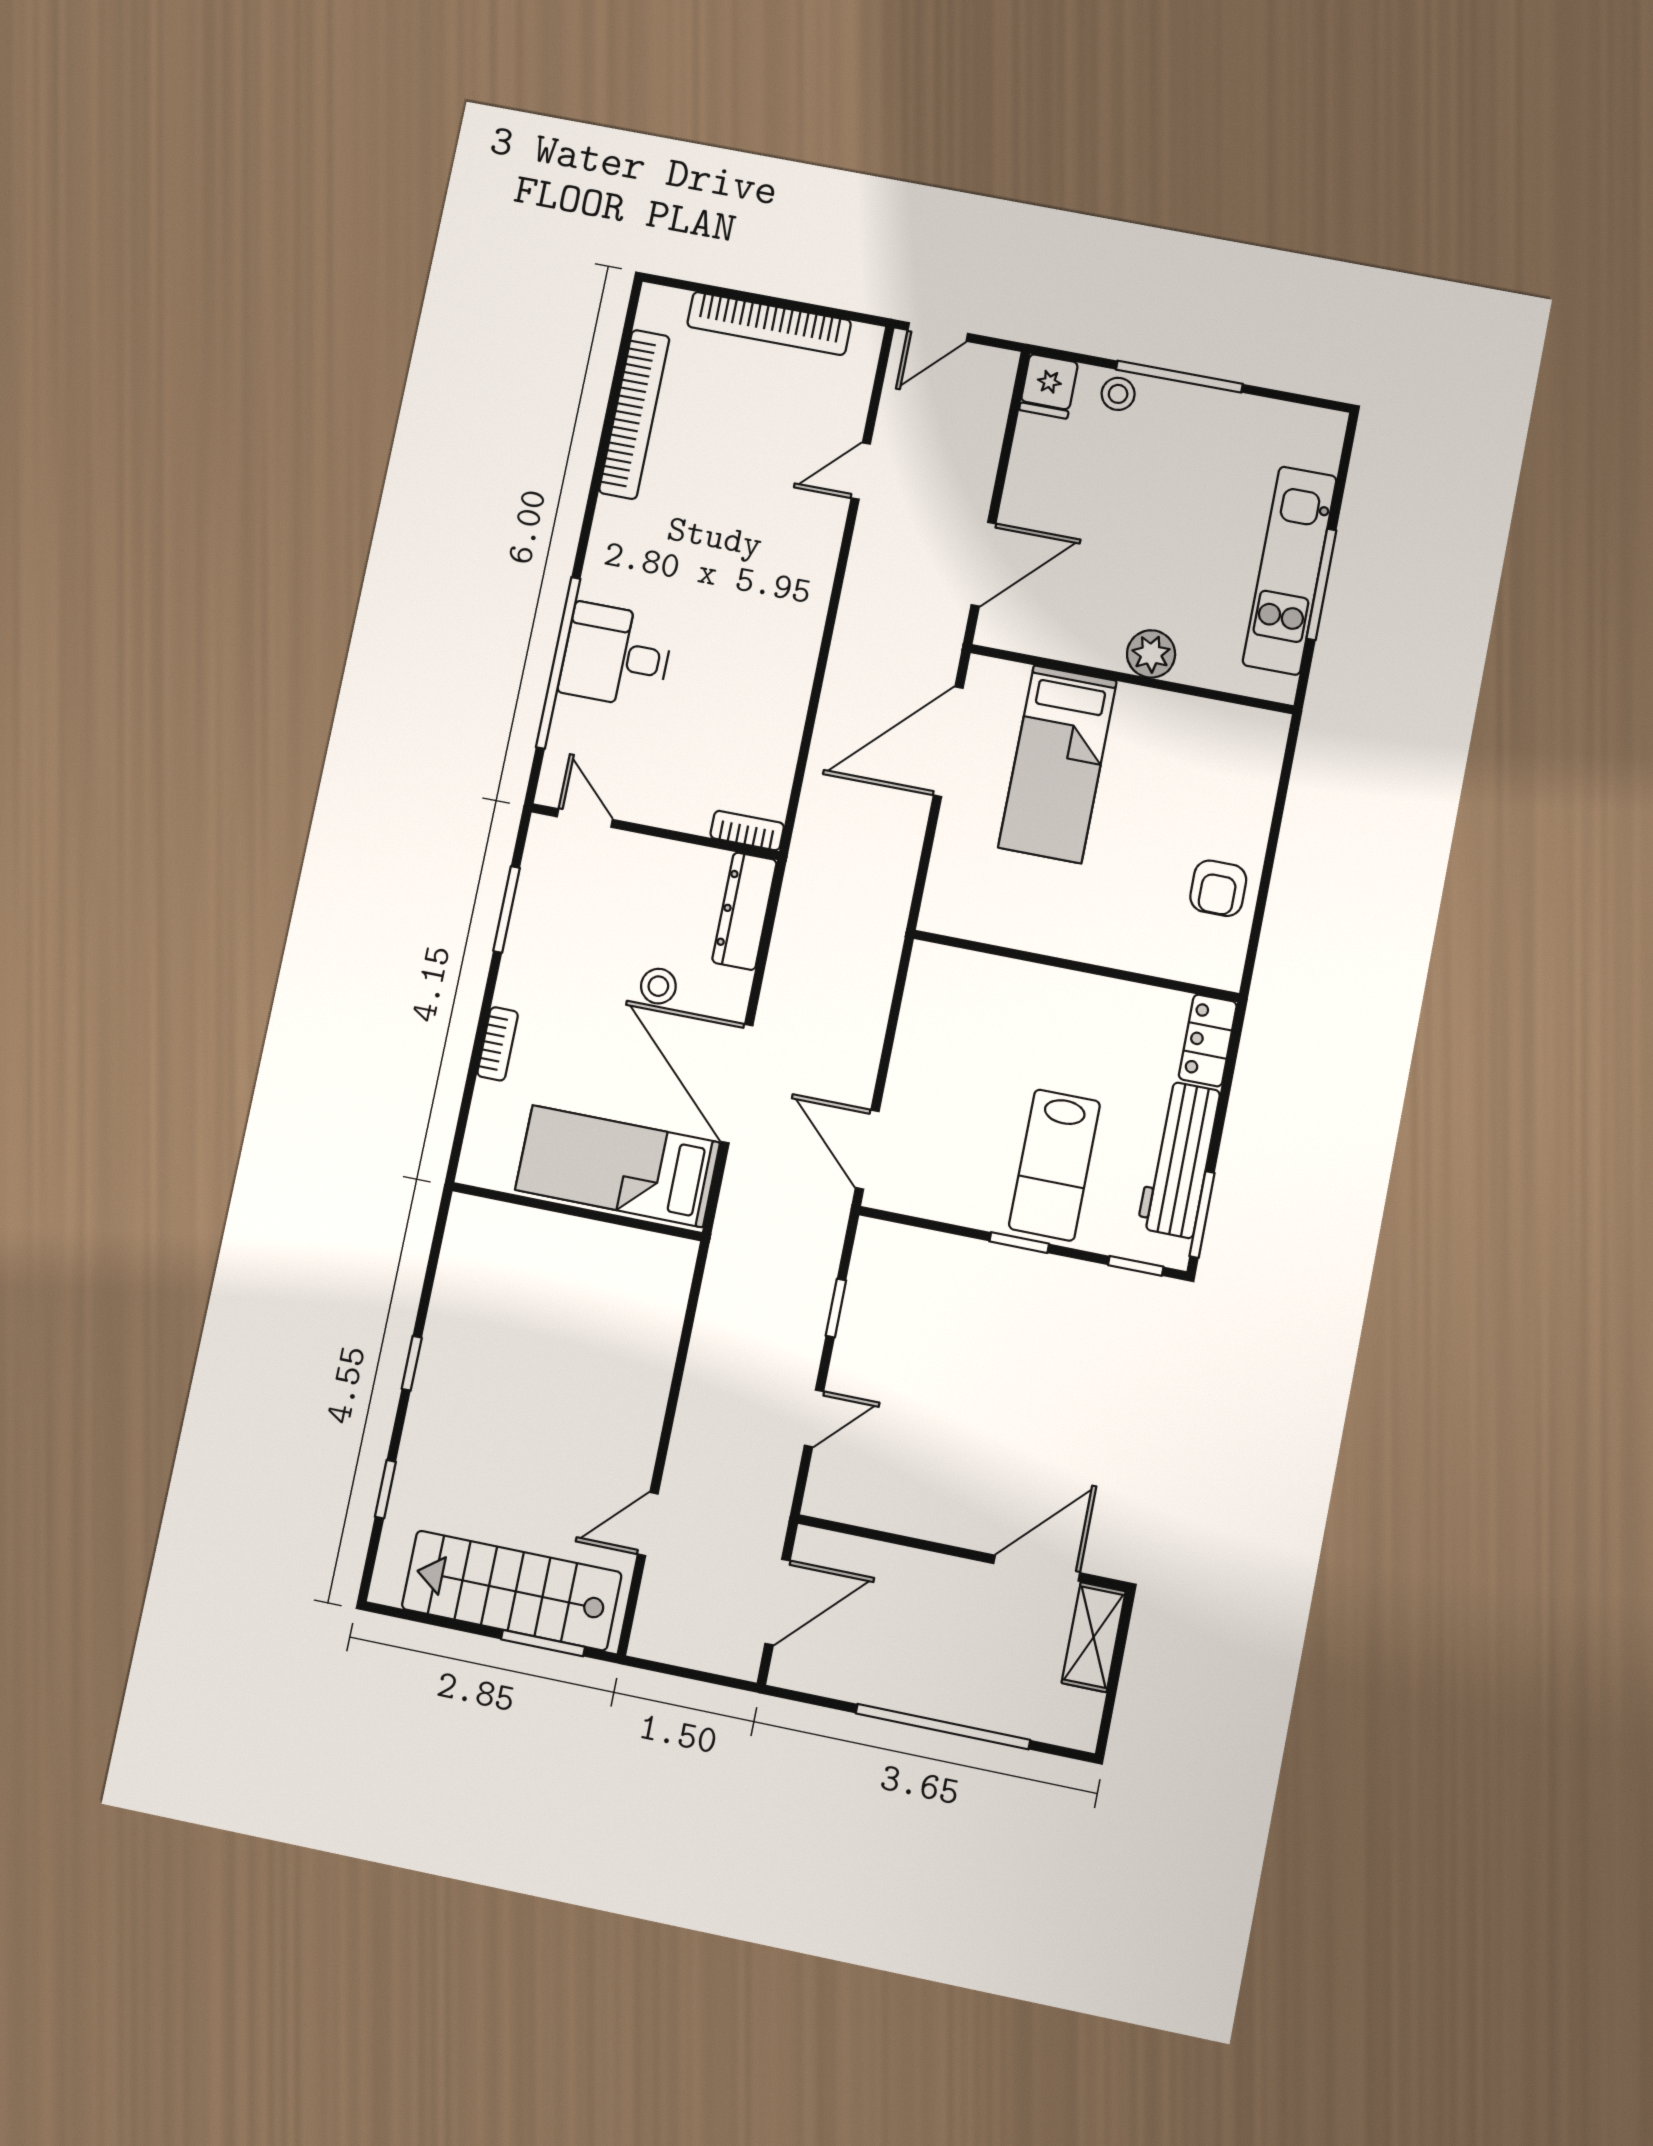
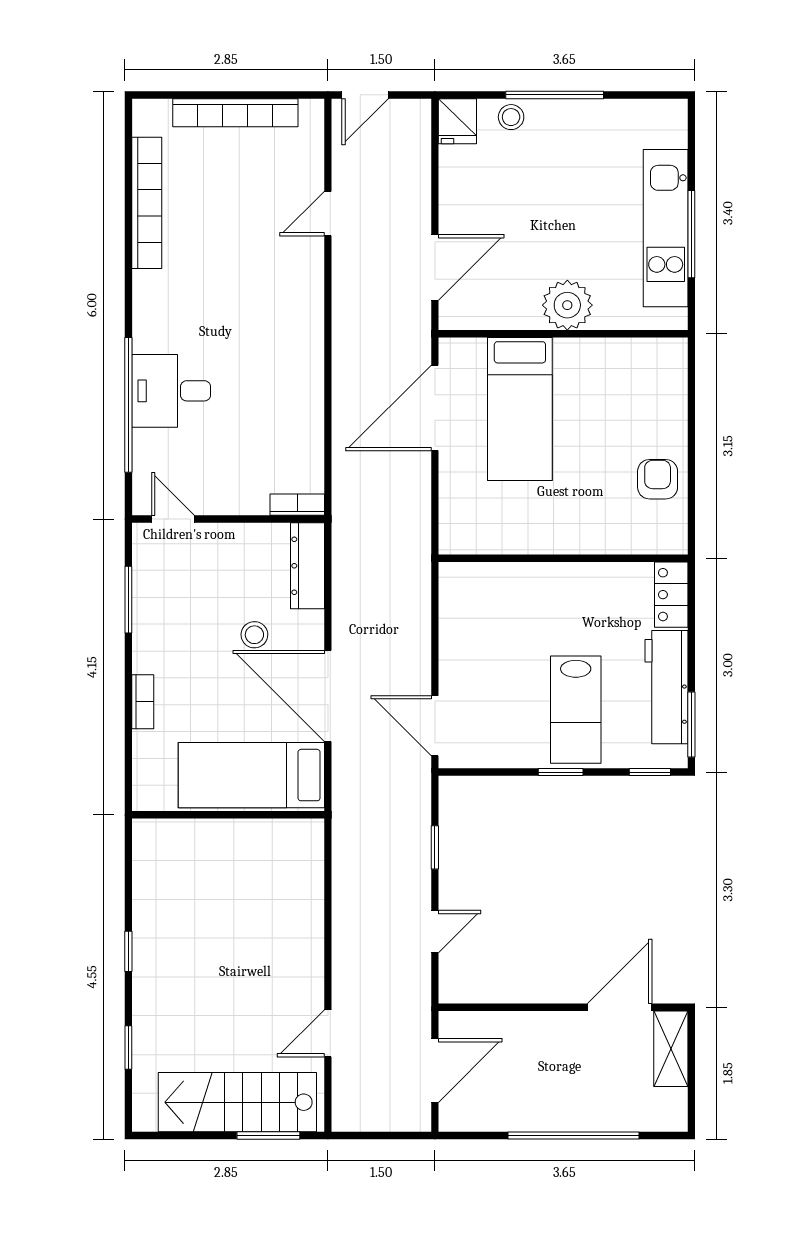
plant: (1151, 654) -> (567, 305), width x1.36, depth x1.36
armchair: (1218, 888) -> (658, 479), turned 180

